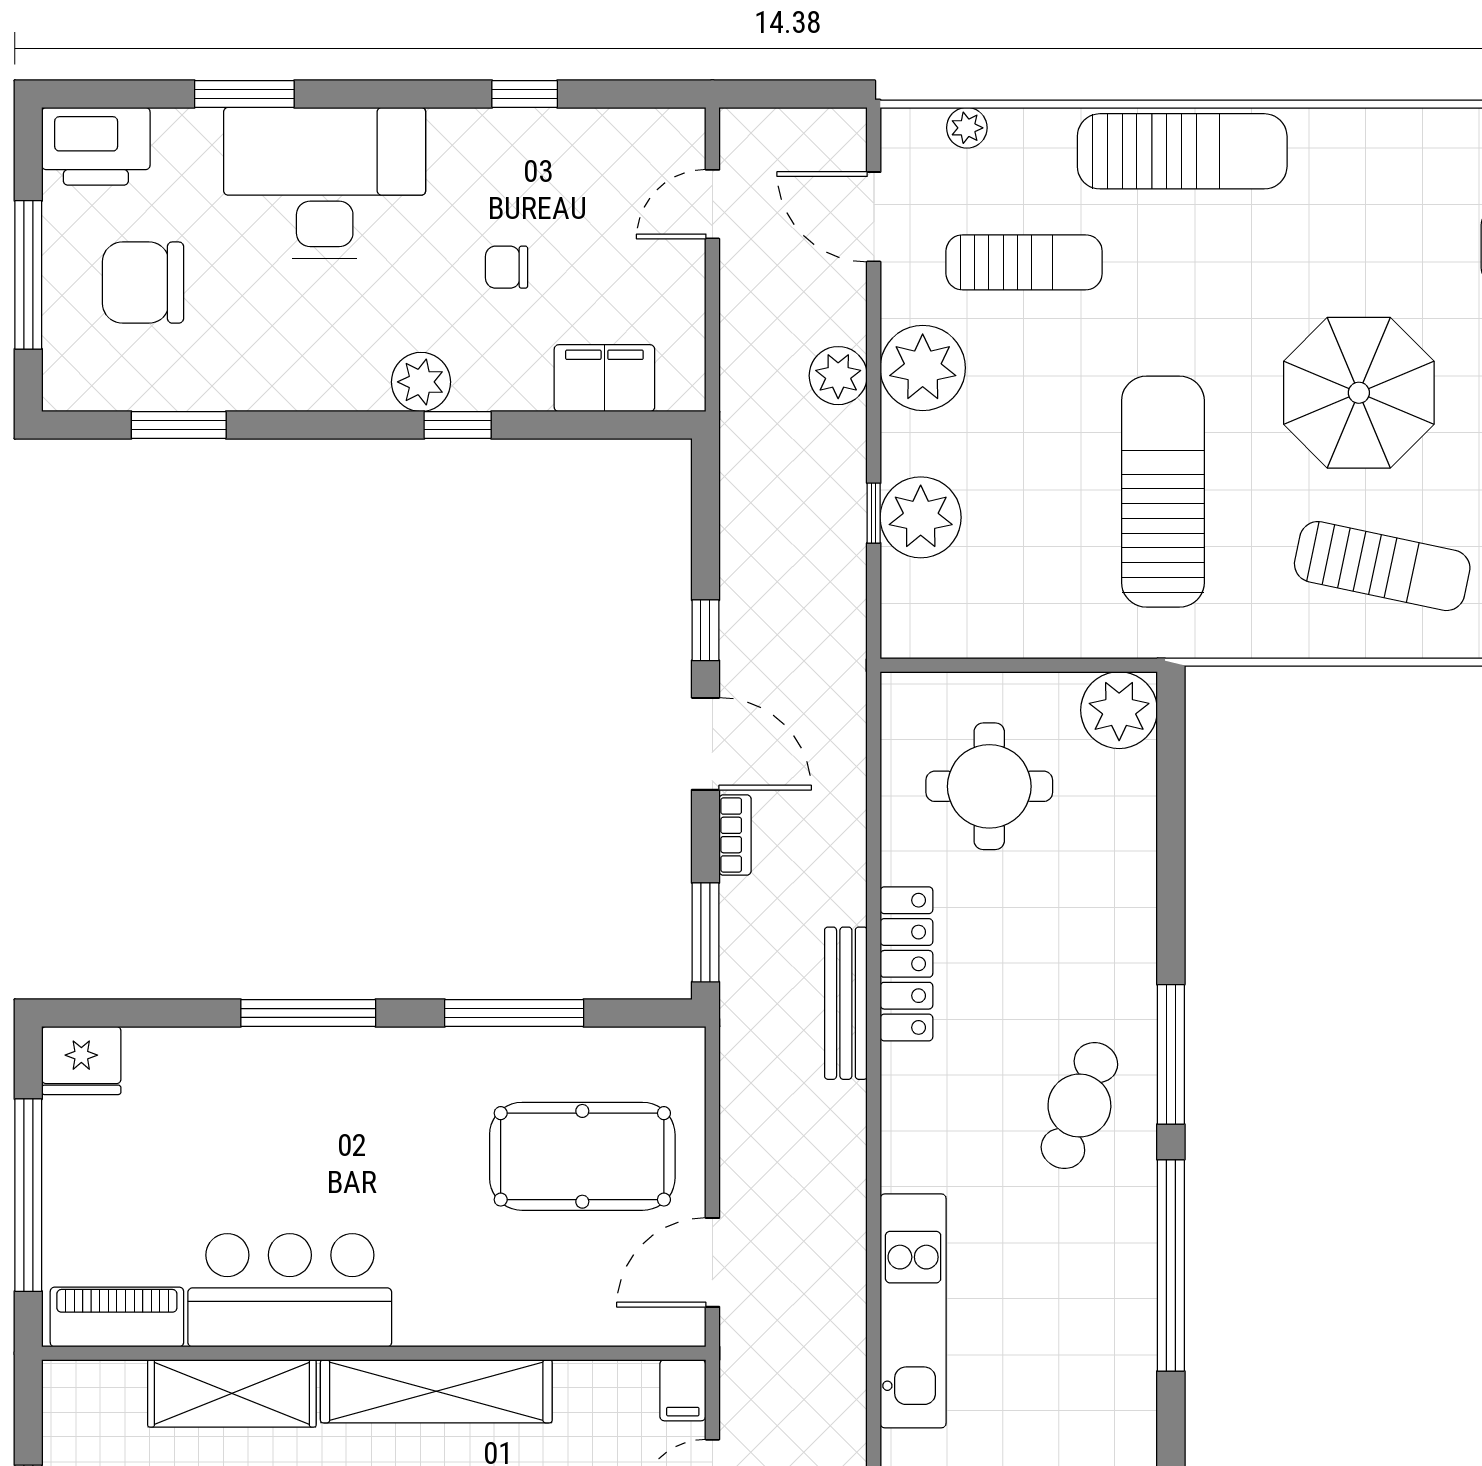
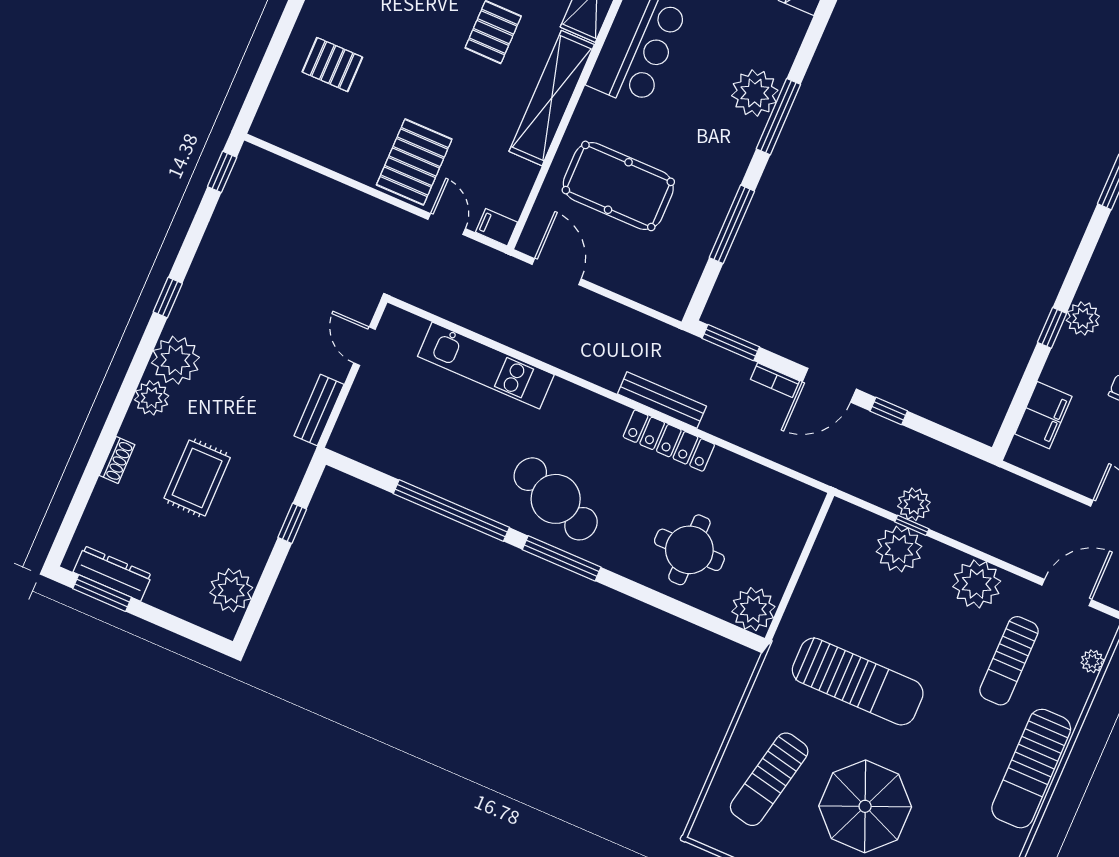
plant: (838, 376) -> (914, 504), moved
round table: (989, 786) -> (689, 550), moved
plant: (287, 1068) -> (755, 93), added
cafe table: (1079, 1106) -> (556, 499), width x1.37, depth x1.35
pool table: (582, 1156) -> (618, 186), moved, turned 90

